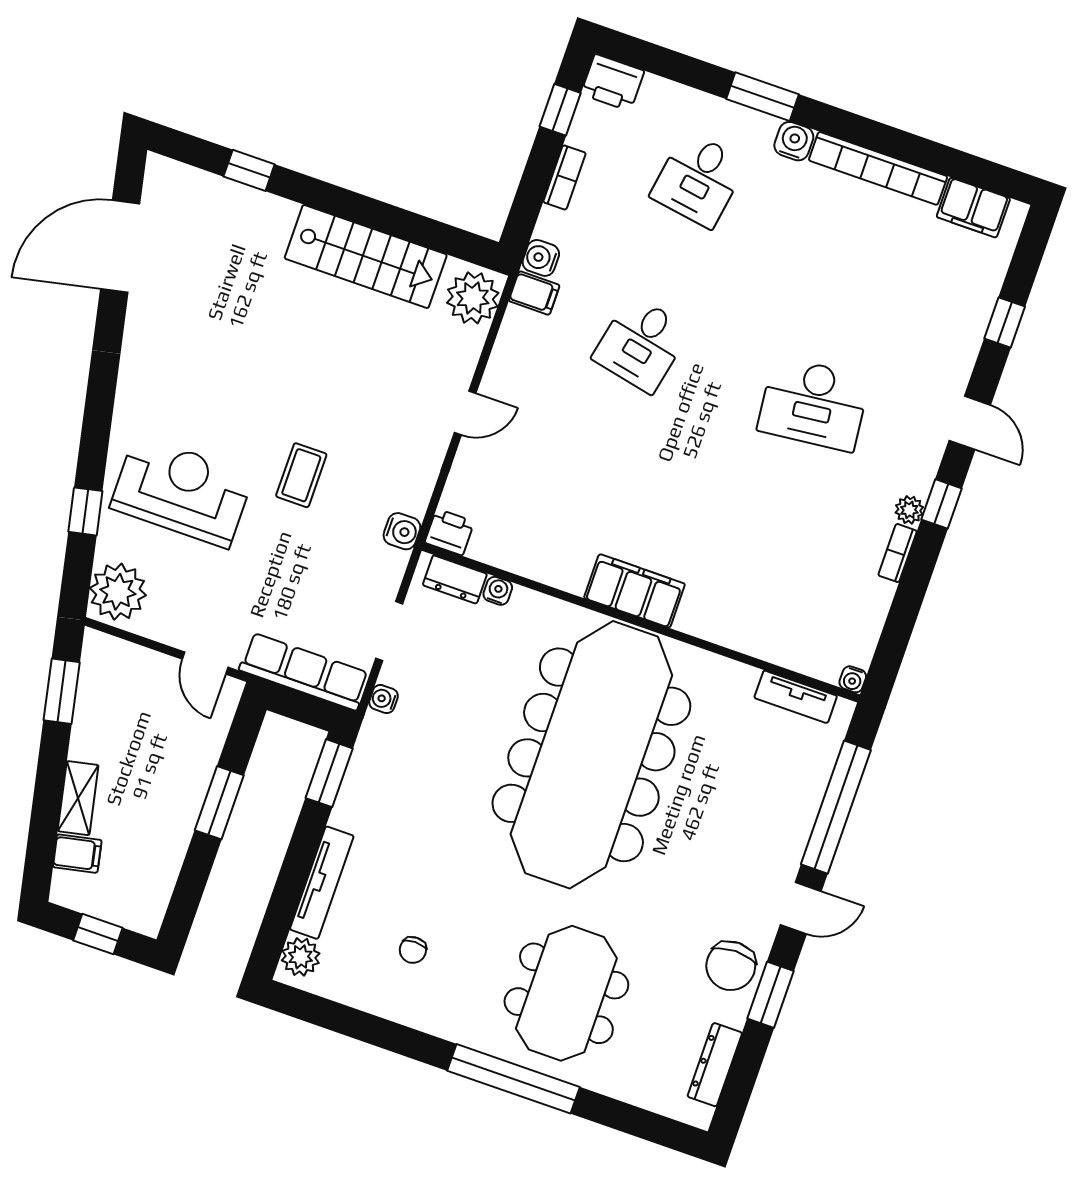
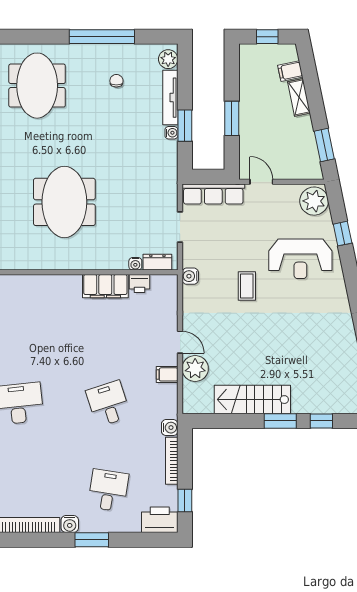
printer: (613, 83) -> (160, 520), width x1.37, depth x1.19
bookcase: (564, 177) -> (172, 461), width x1.56
window: (327, 197) -> (280, 421), added
filing cabinet: (534, 293) -> (167, 374), moved
plant: (473, 298) -> (195, 369), moved
desk: (641, 344) -> (108, 404), turned -30
door: (465, 413) -> (180, 342), swing flipped
printer: (449, 532) -> (139, 284), moved
filing cabinet: (635, 591) -> (105, 286), moved
water cooler: (384, 699) -> (171, 133), moved
meeting table: (591, 755) -> (64, 202), width x0.54, depth x0.79
window: (329, 773) -> (185, 126), moved
window: (513, 1079) -> (102, 37), moved

